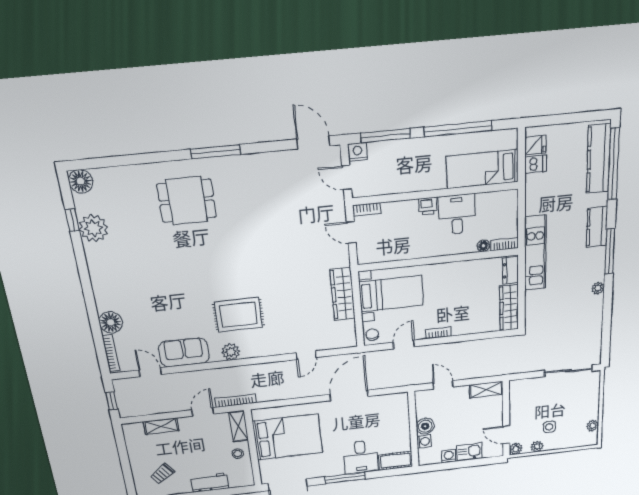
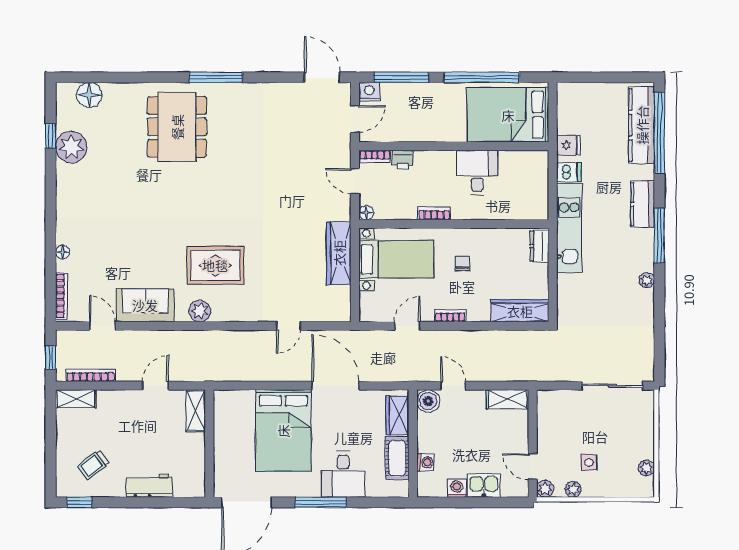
fridge: (535, 145) -> (568, 145), moved
dishwasher: (536, 164) -> (569, 172), moved
bed: (482, 169) -> (508, 115), width x1.50
door: (347, 178) -> (355, 119), swing flipped
floor lamp: (81, 181) -> (89, 95), moved
dining table: (187, 201) -> (177, 127), width x1.38
printer: (428, 206) -> (403, 160), moved
bookcase: (504, 244) -> (434, 214), moved
floor lamp: (483, 246) -> (366, 213), moved
wardrobe: (509, 308) -> (520, 311), moved, turned 90
floor lamp: (111, 322) -> (63, 252), width x0.53, depth x0.53
chair: (372, 335) -> (462, 263), moved
door: (349, 395) -> (336, 386), hinge flipped
bookcase: (236, 401) -> (90, 375), moved
wardrobe: (400, 411) -> (397, 415), added
shelving: (161, 426) -> (76, 399), moved
boiler: (425, 426) -> (428, 401), moved
bed: (288, 437) -> (283, 431), moved, turned 90
stool: (238, 454) -> (190, 449), removed
cot: (395, 461) -> (397, 458), moved, turned 90

